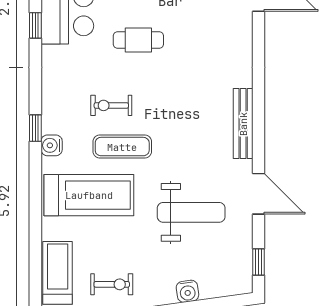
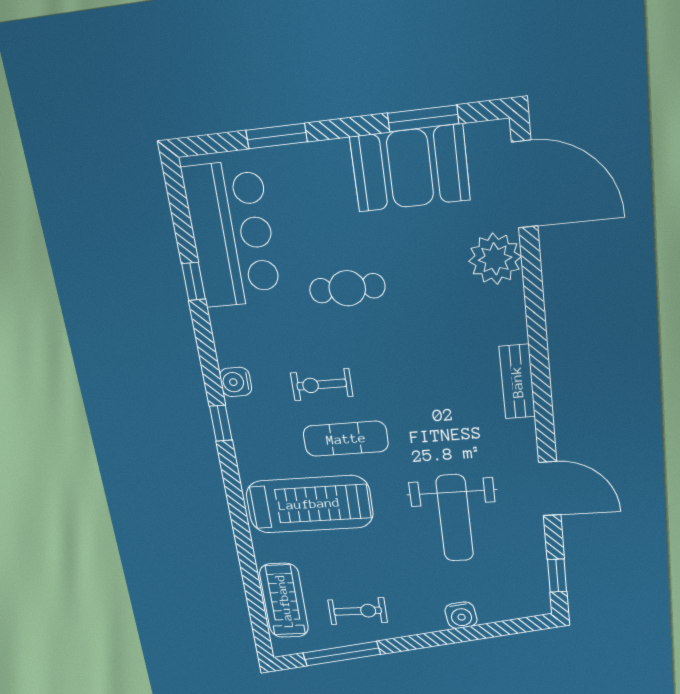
plant: (236, 30) -> (495, 259), added
bench: (243, 124) -> (517, 382), width x0.73
water cooler: (52, 145) -> (236, 382), moved
weight bench: (191, 212) -> (455, 518), turned 90

